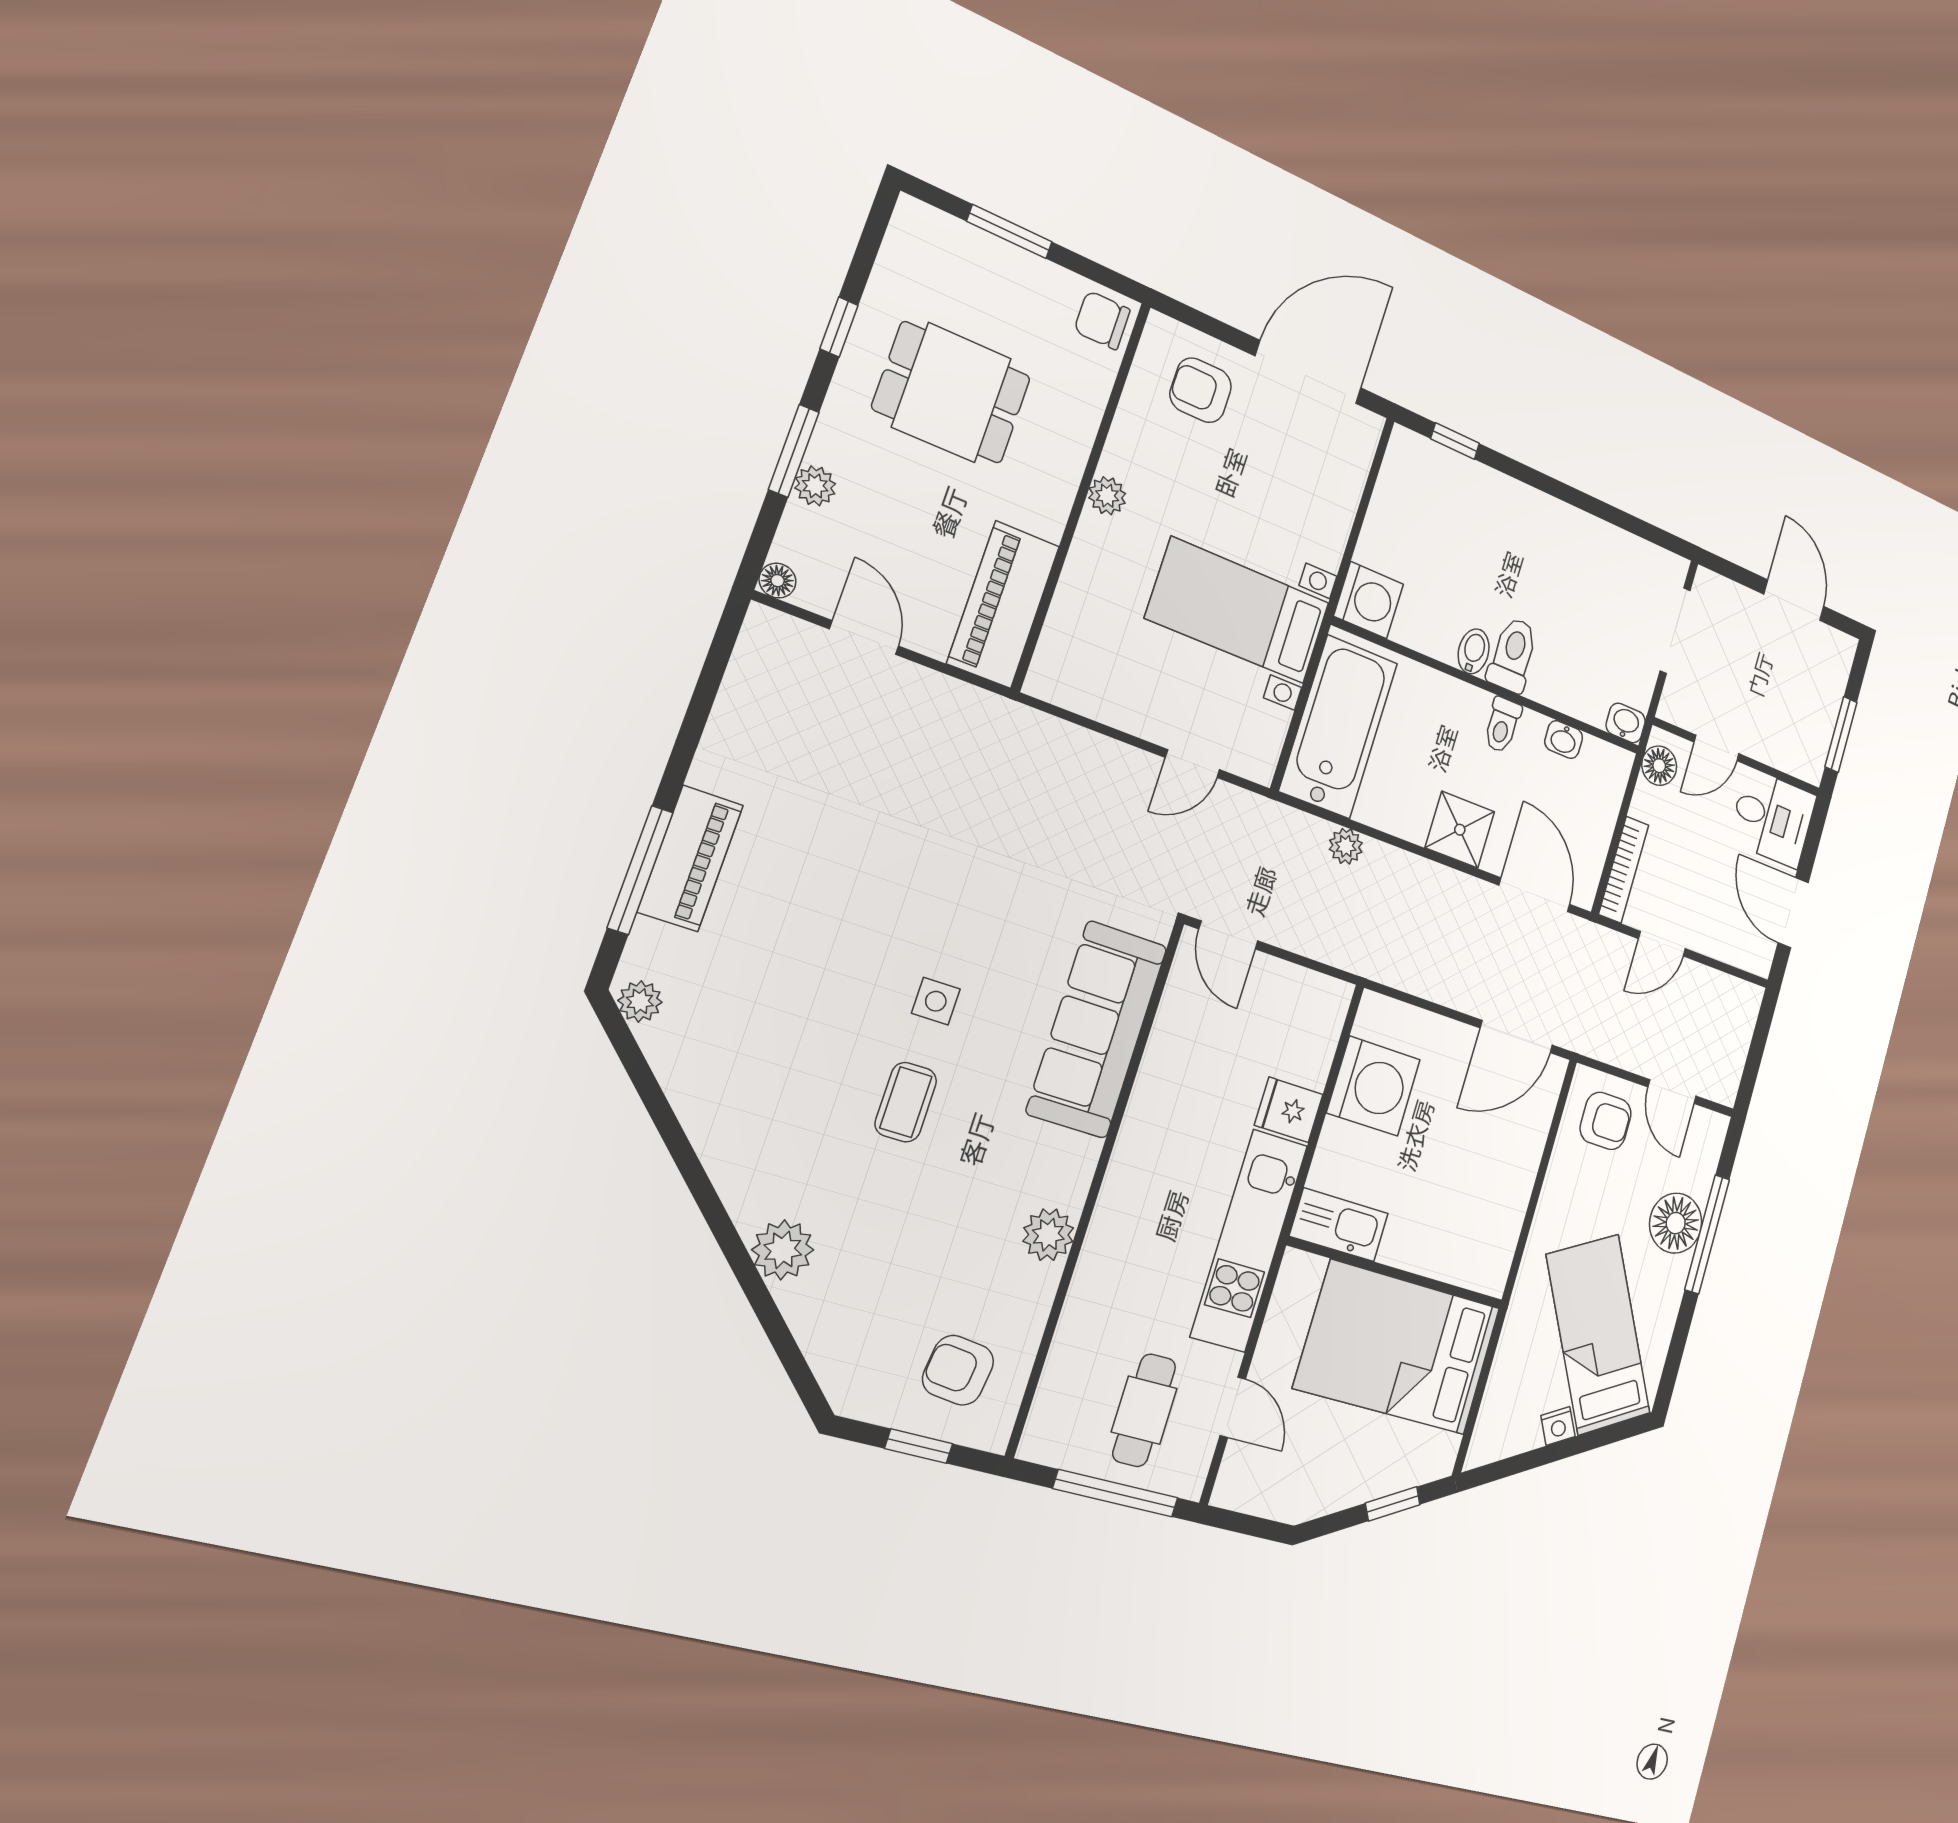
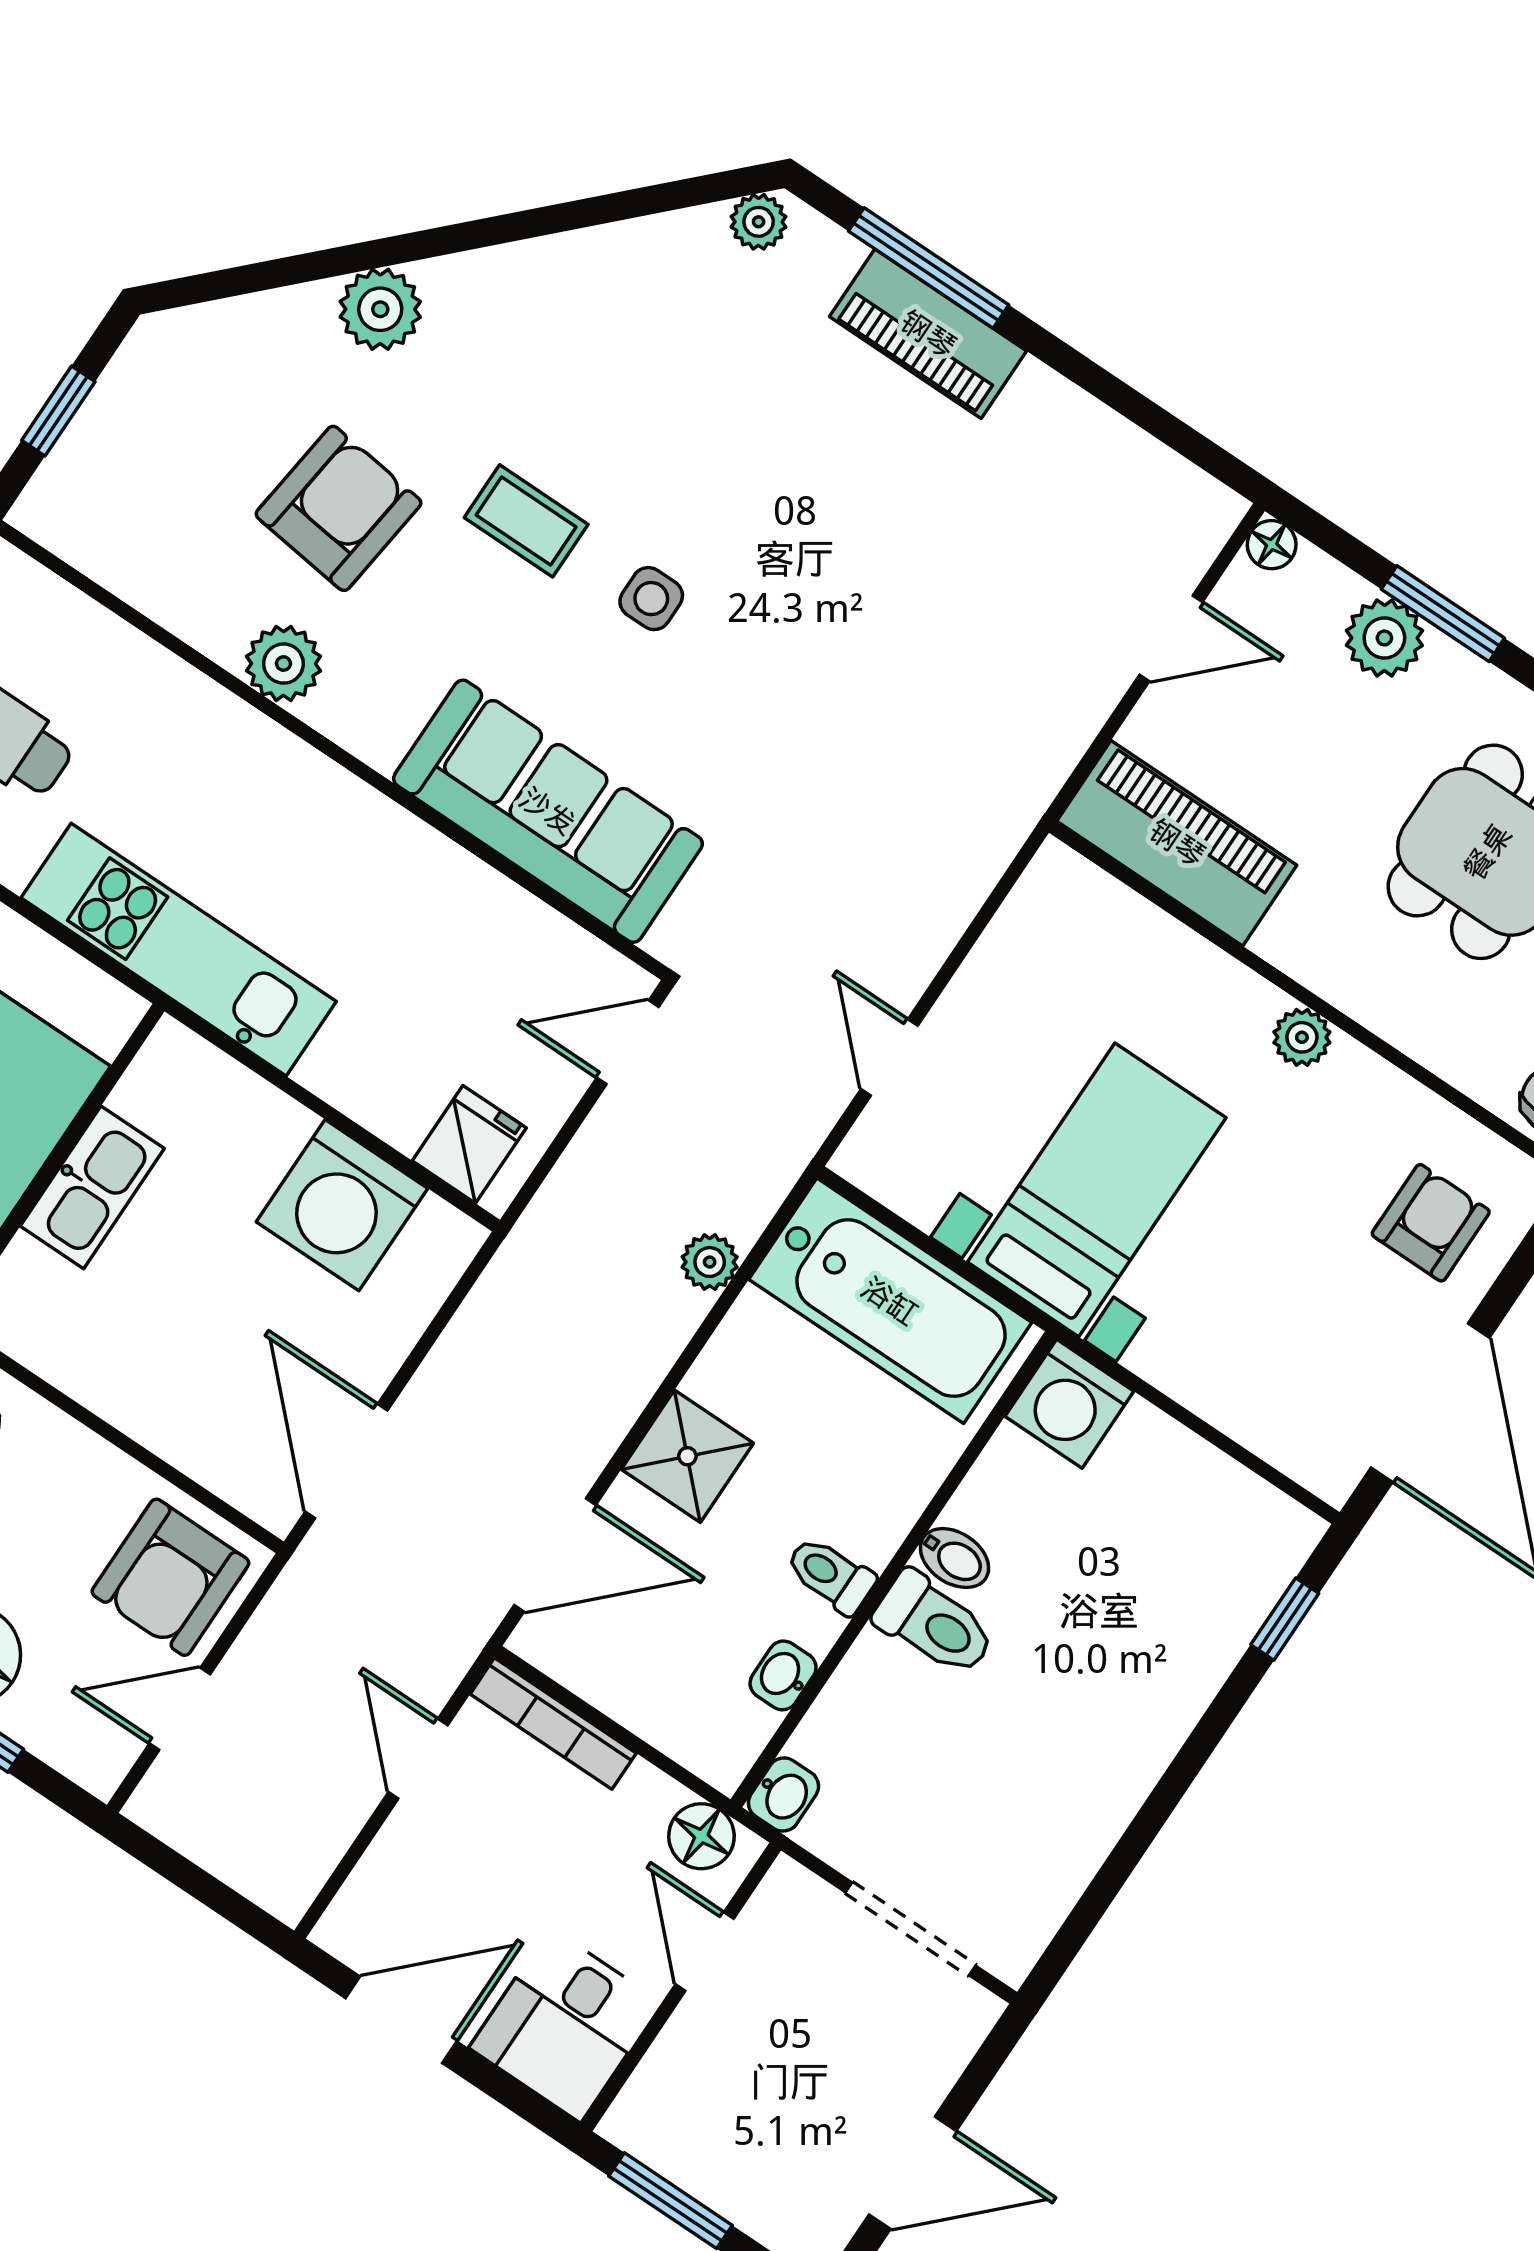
plant: (815, 486) -> (1384, 638), width x1.38, depth x1.38
fridge: (1289, 1110) -> (469, 1144), moved
armchair: (1606, 1121) -> (170, 1577), width x1.38, depth x1.38
kitchen sink: (1339, 1225) -> (92, 1187), moved
armchair: (958, 1370) -> (339, 508), moved, width x1.38, depth x1.38

